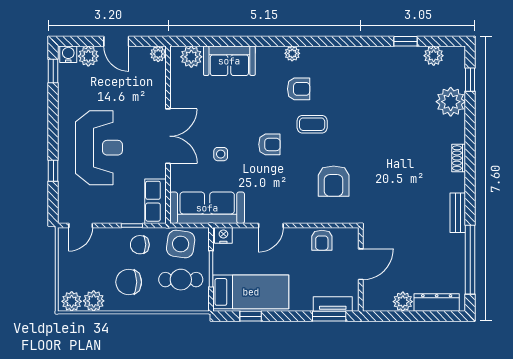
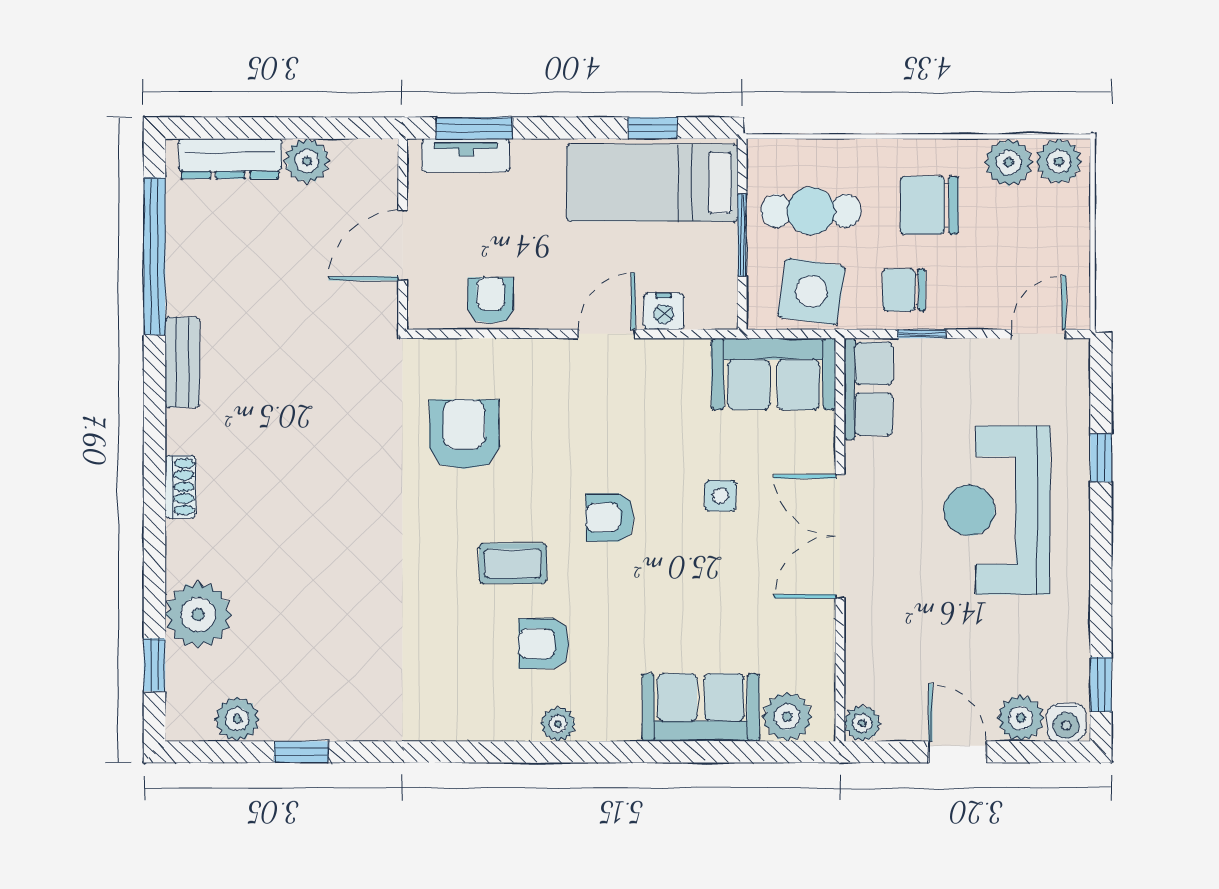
sofa: (207, 208) -> (774, 374), width x0.73
nightstand: (223, 235) -> (664, 311), moved
chair: (140, 245) -> (904, 290), turned 180
chair: (129, 282) -> (929, 205), turned 180

